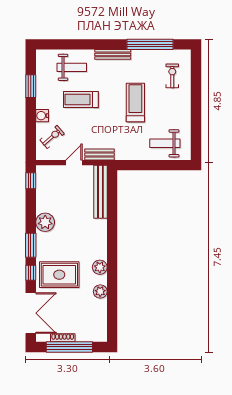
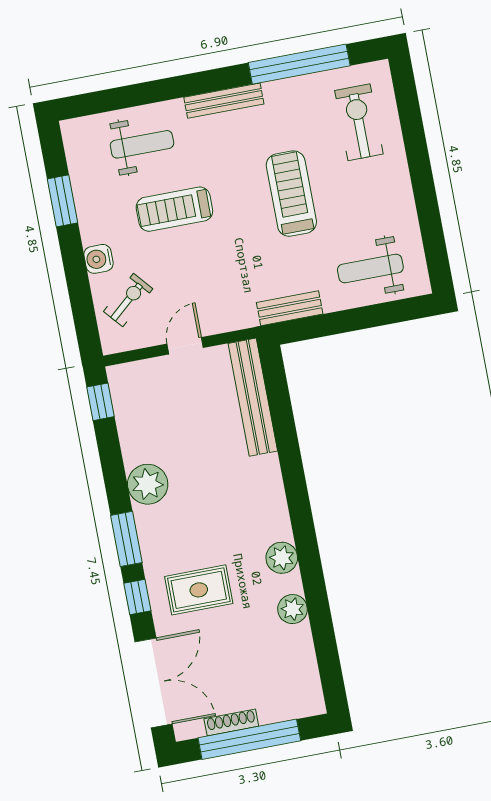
exercise bike: (172, 76) -> (359, 122), width x1.38, depth x1.39
bench: (99, 154) -> (290, 308), moved
rug: (59, 275) -> (199, 590), width x0.73, depth x0.70

